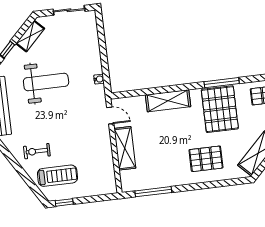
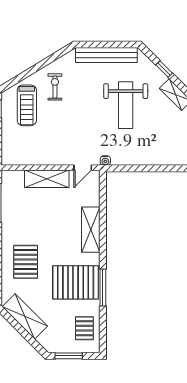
water cooler: (99, 79) -> (105, 161), moved

